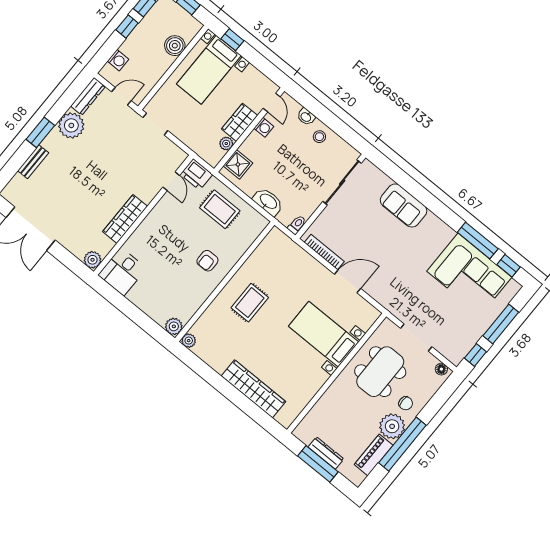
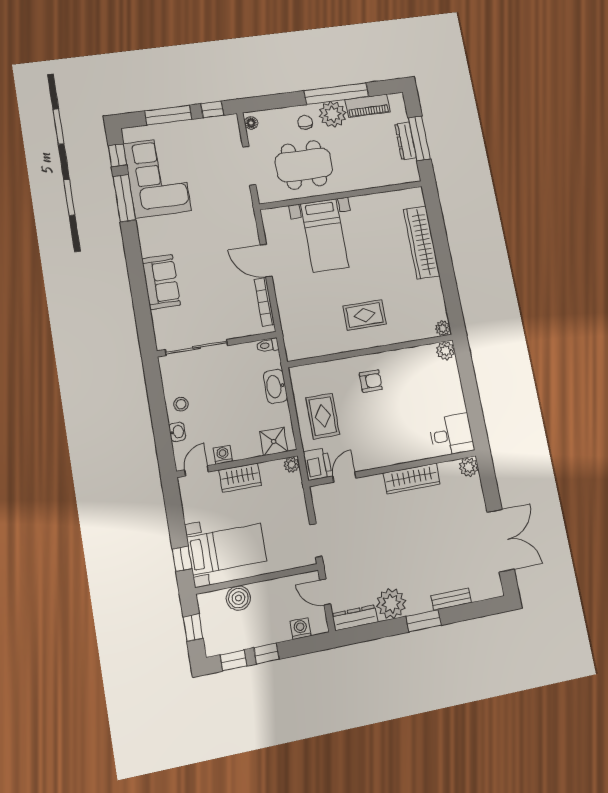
plant: (226, 144) -> (292, 465), moved

